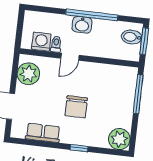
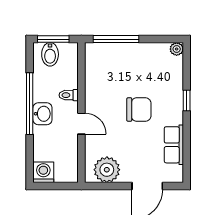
washing machine: (41, 42) -> (43, 172), moved, turned 90
toilet: (56, 44) -> (69, 95), moved
plant: (119, 139) -> (177, 49), width x0.53, depth x0.53

